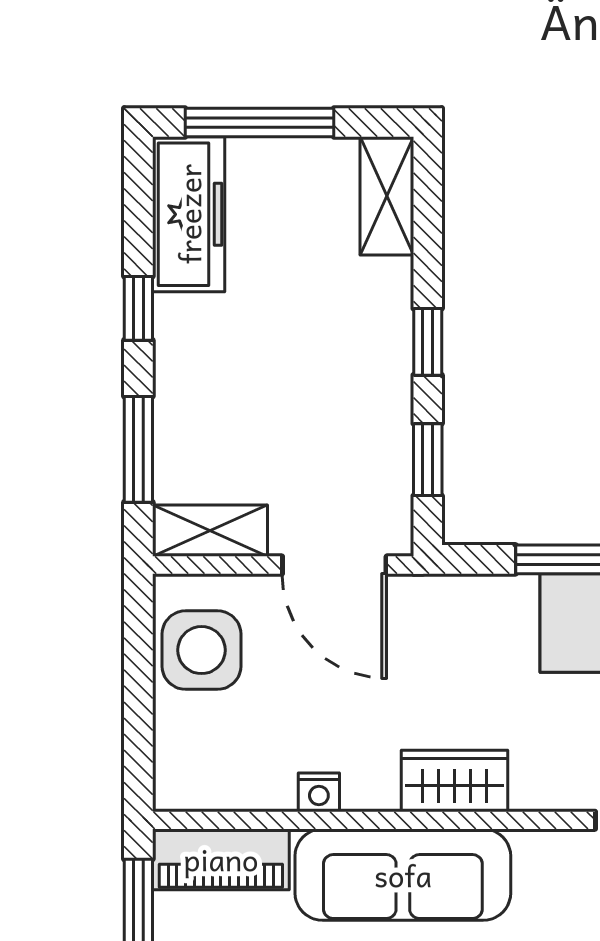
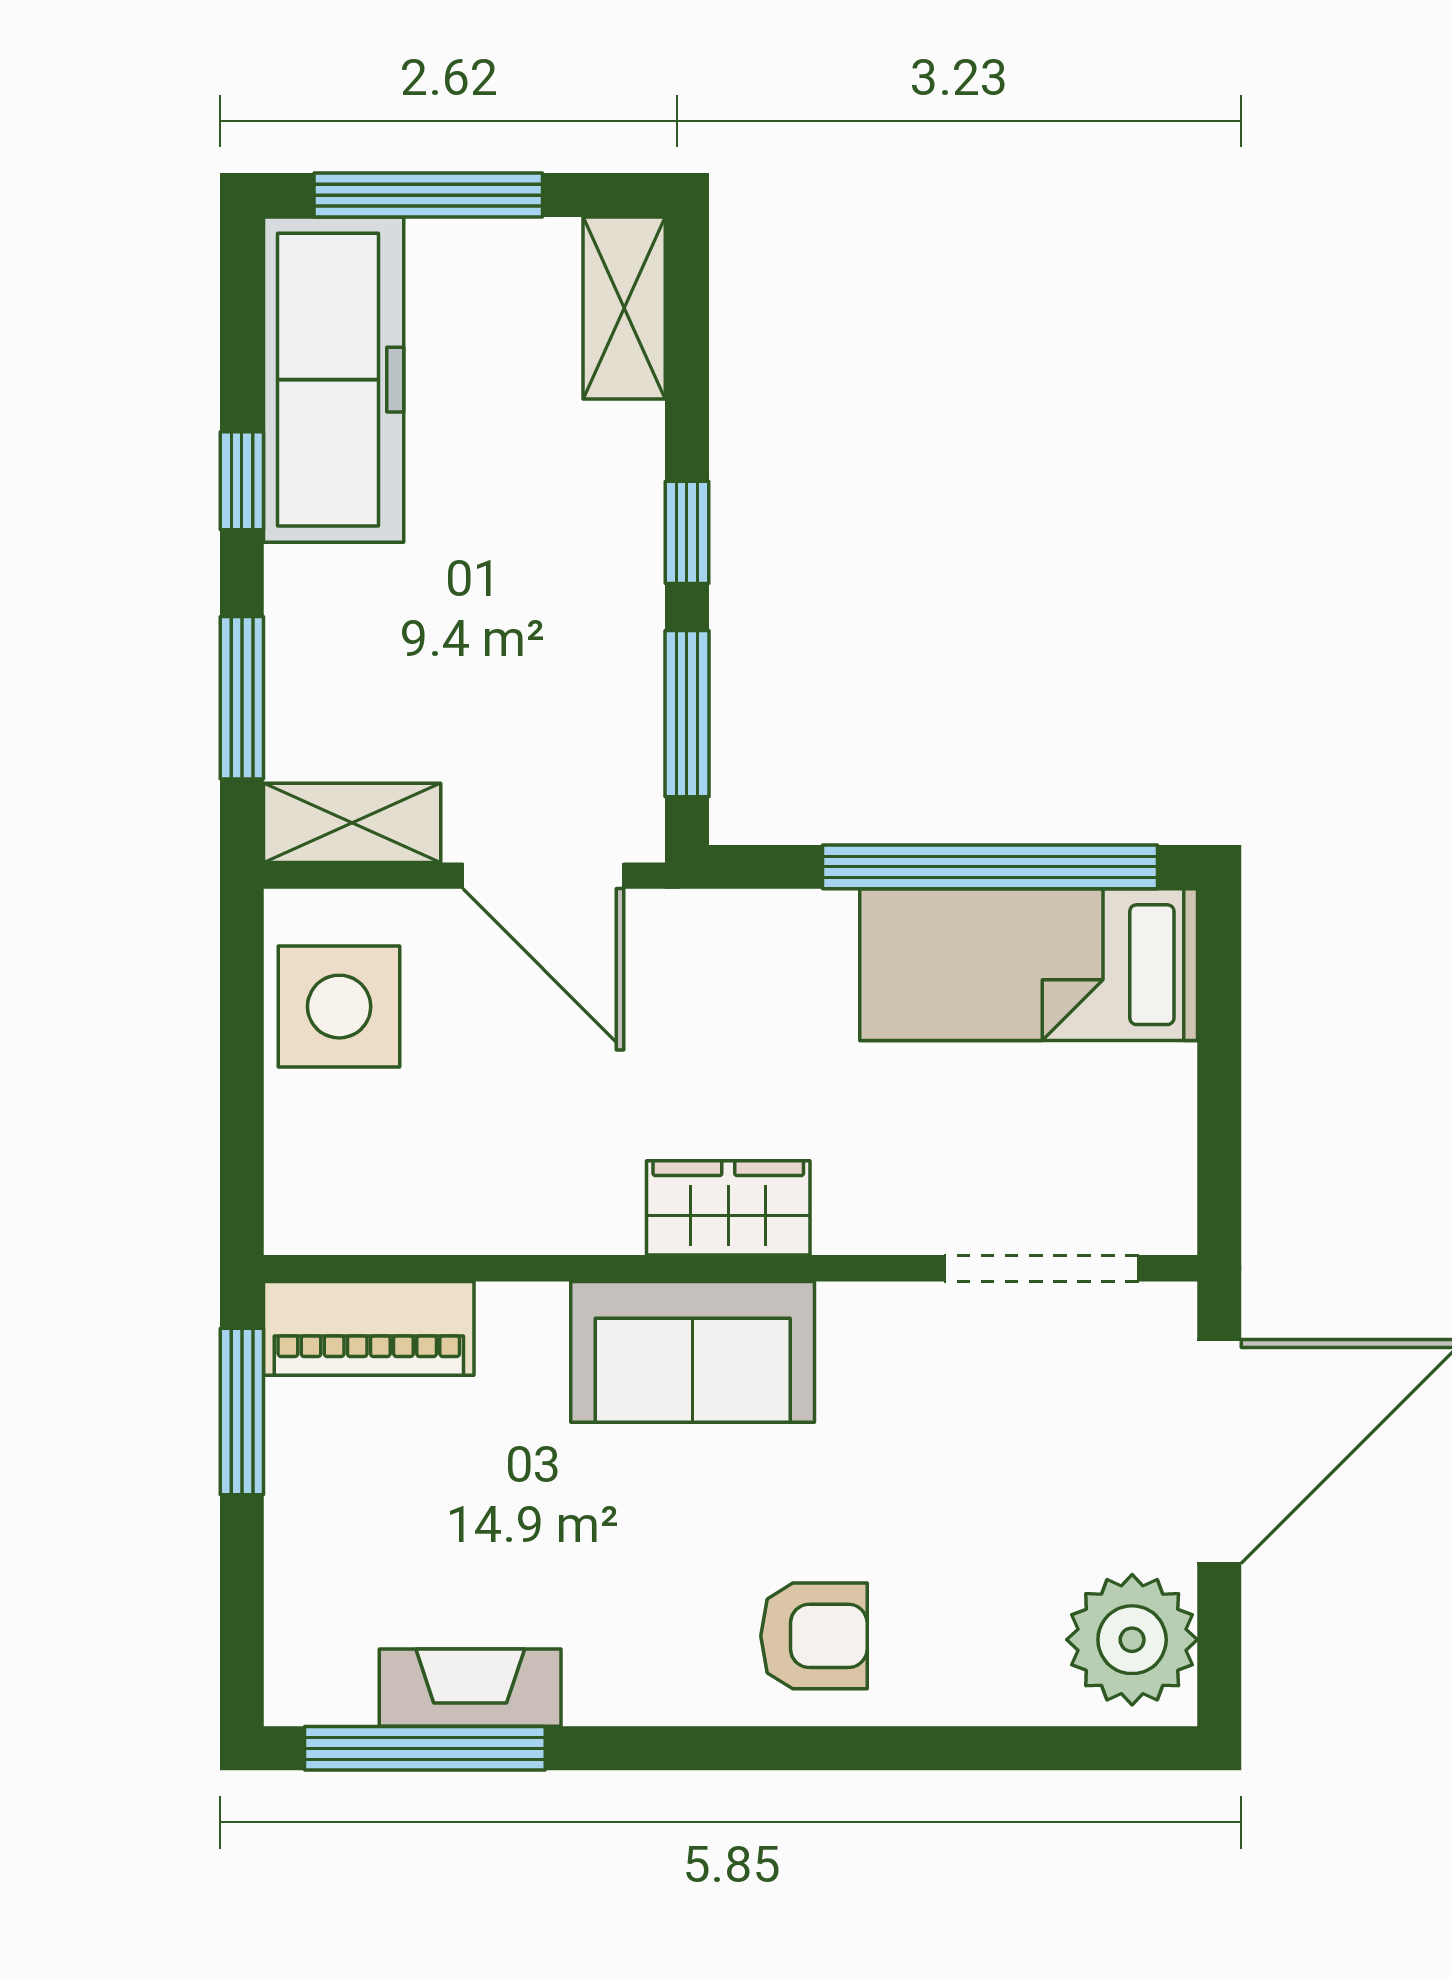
freezer: (189, 214) -> (334, 380), width x1.36, depth x1.26
window: (428, 460) -> (687, 714), width x1.50
nightstand: (319, 792) -> (520, 1225), removed
sofa: (403, 875) -> (693, 1352), width x0.73

